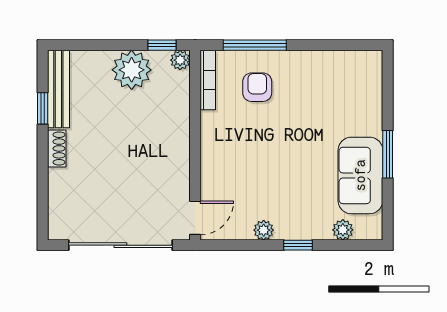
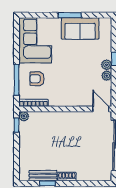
plant: (132, 70) -> (29, 140), removed
corner sofa: (336, 83) -> (35, 40), added
bench: (58, 89) -> (43, 176), width x0.73
plant: (343, 230) -> (107, 65), moved

